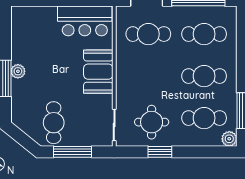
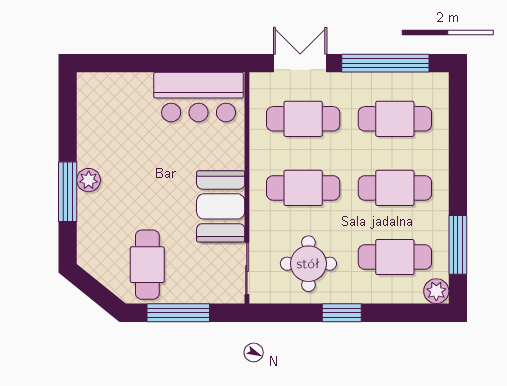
booth: (98, 72) -> (221, 206), moved
cafe table: (148, 76) -> (303, 188), added
window: (160, 152) -> (342, 313), moved

